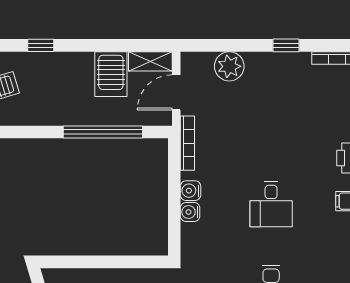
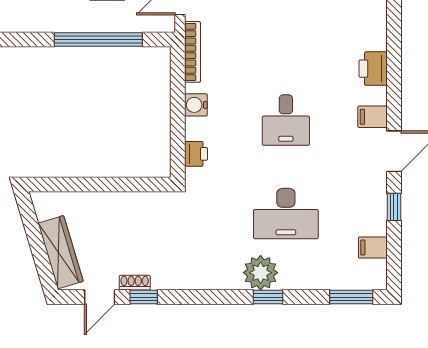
water cooler: (190, 212) -> (195, 129), removed
printer: (191, 235) -> (196, 154), added

